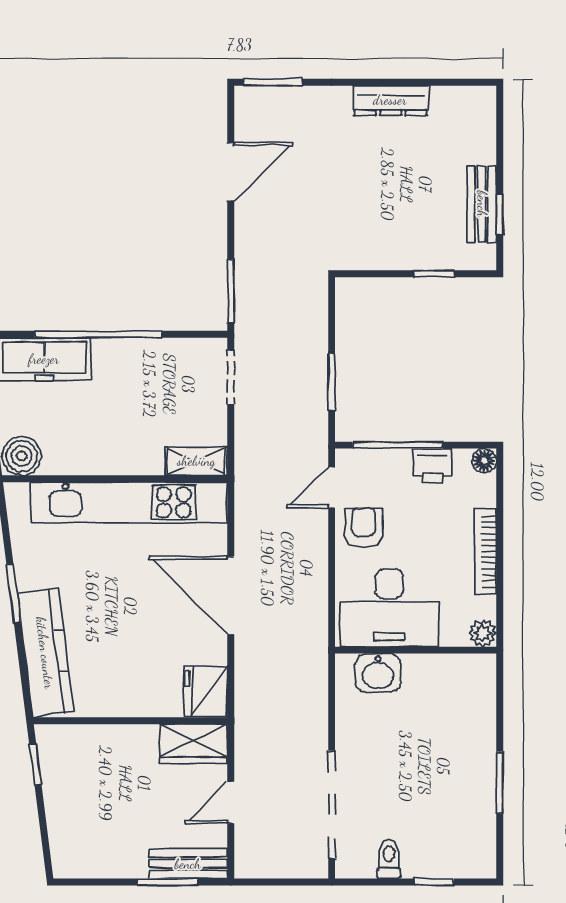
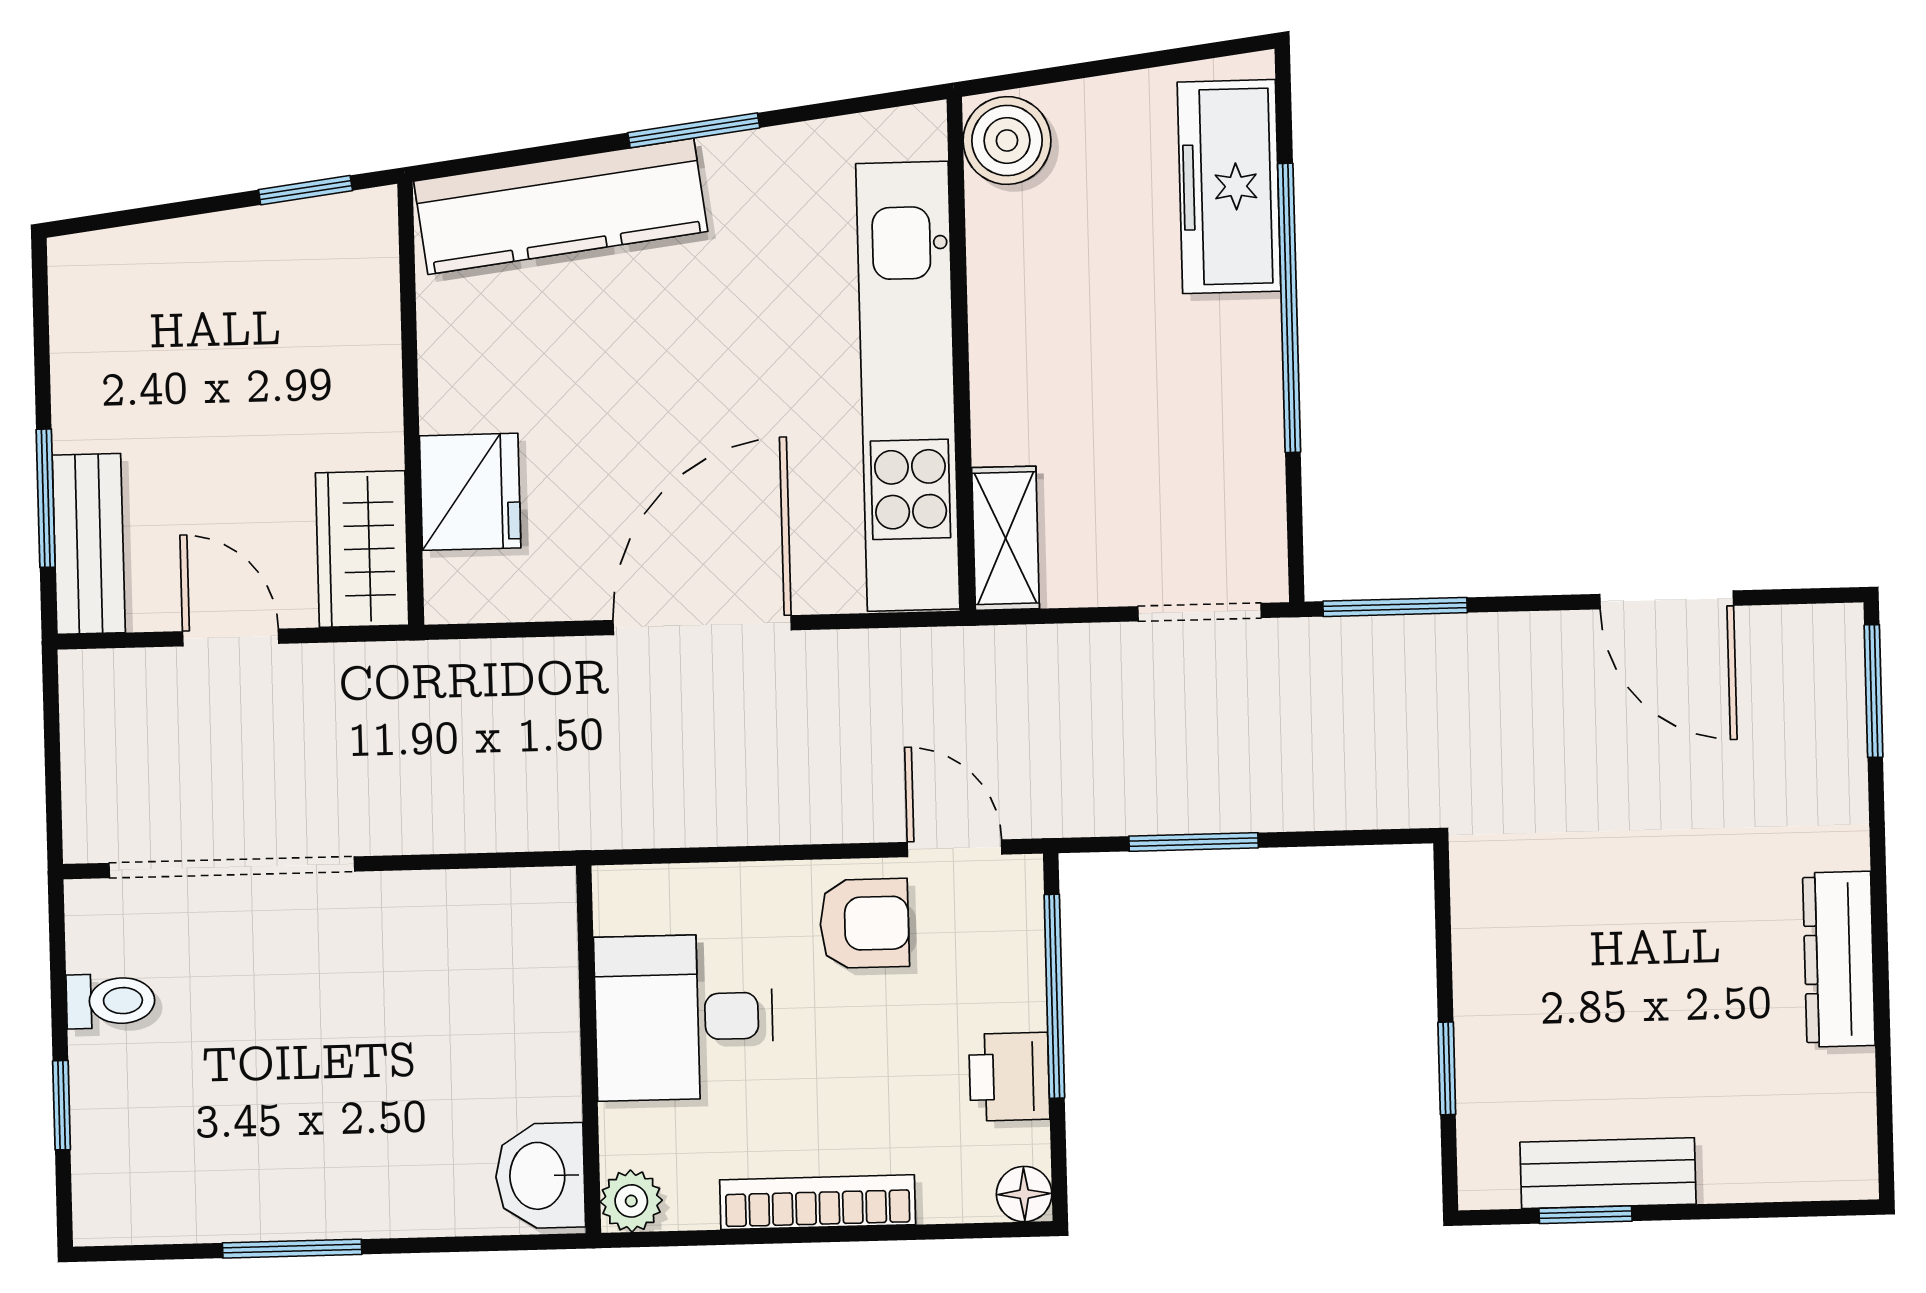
desk: (389, 608) -> (684, 1017), width x0.73
washbasin: (378, 673) -> (540, 1176), moved
fridge: (206, 691) -> (470, 492), moved, turned 90

